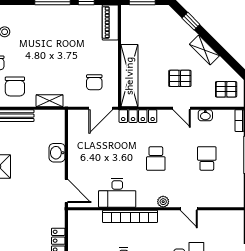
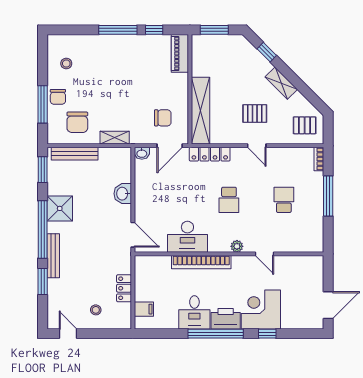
chair: (94, 82) -> (163, 118), turned -90
washbasin: (205, 115) -> (142, 153), moved

